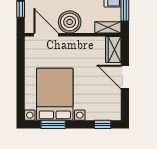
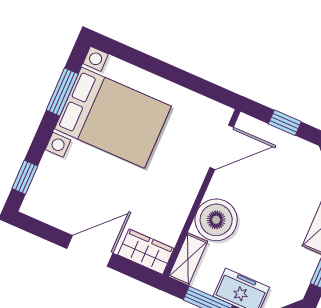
boiler: (70, 22) -> (216, 220), moved

